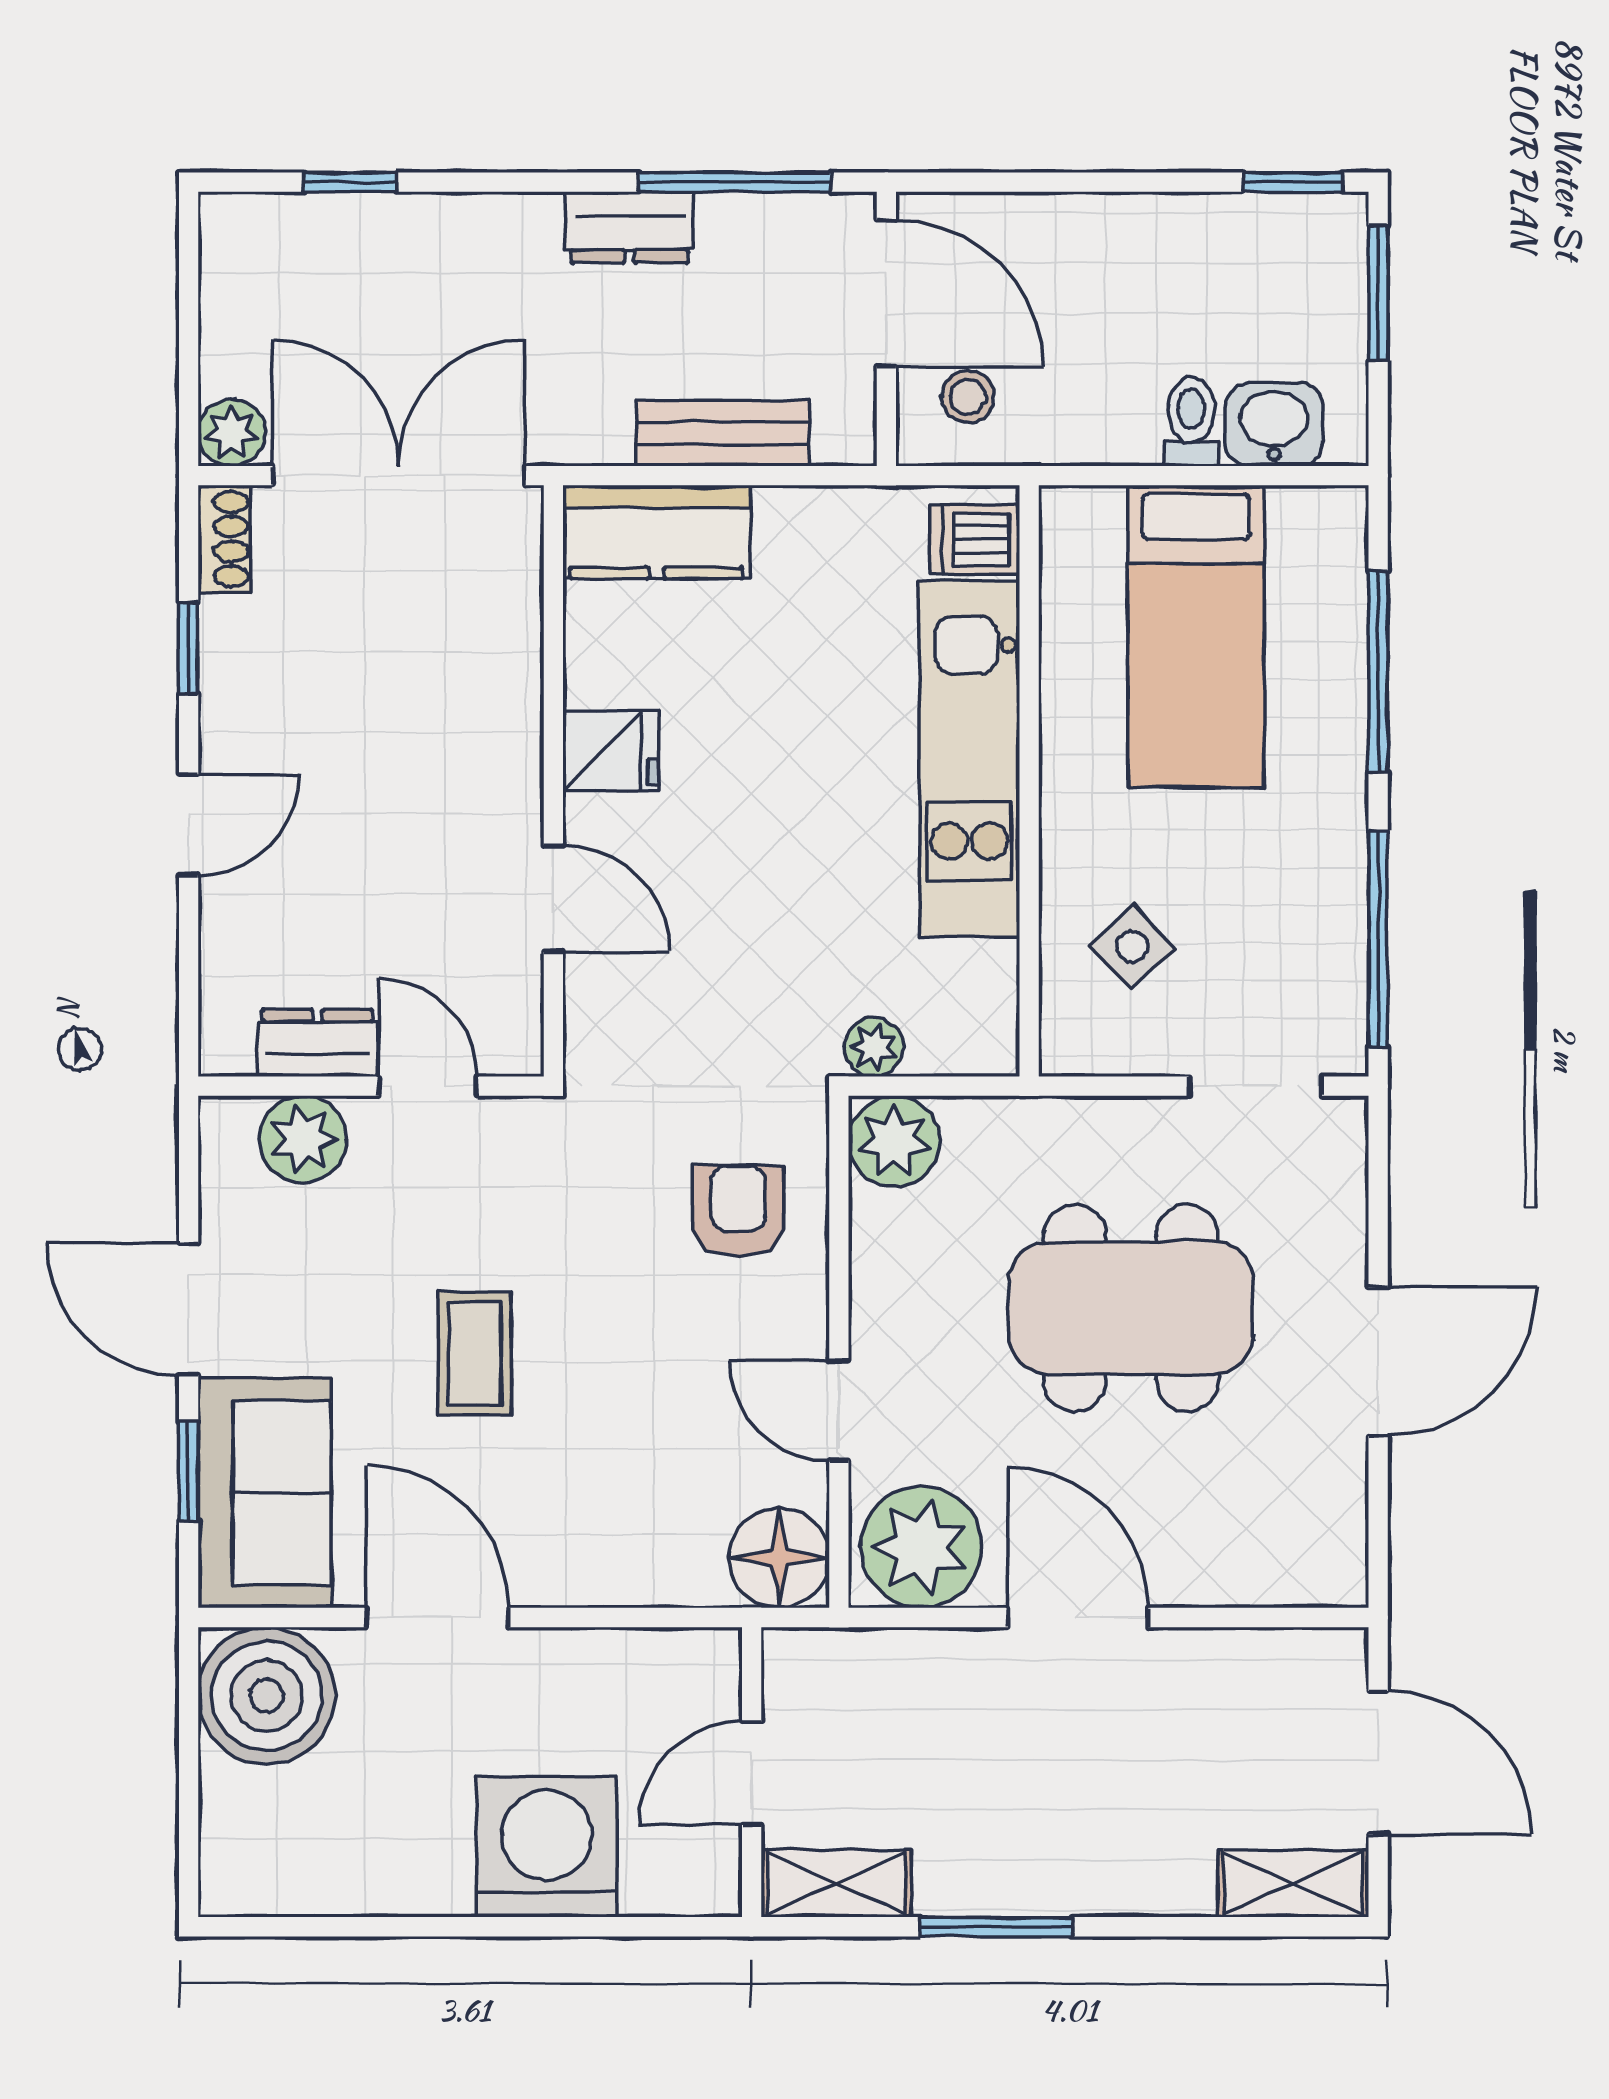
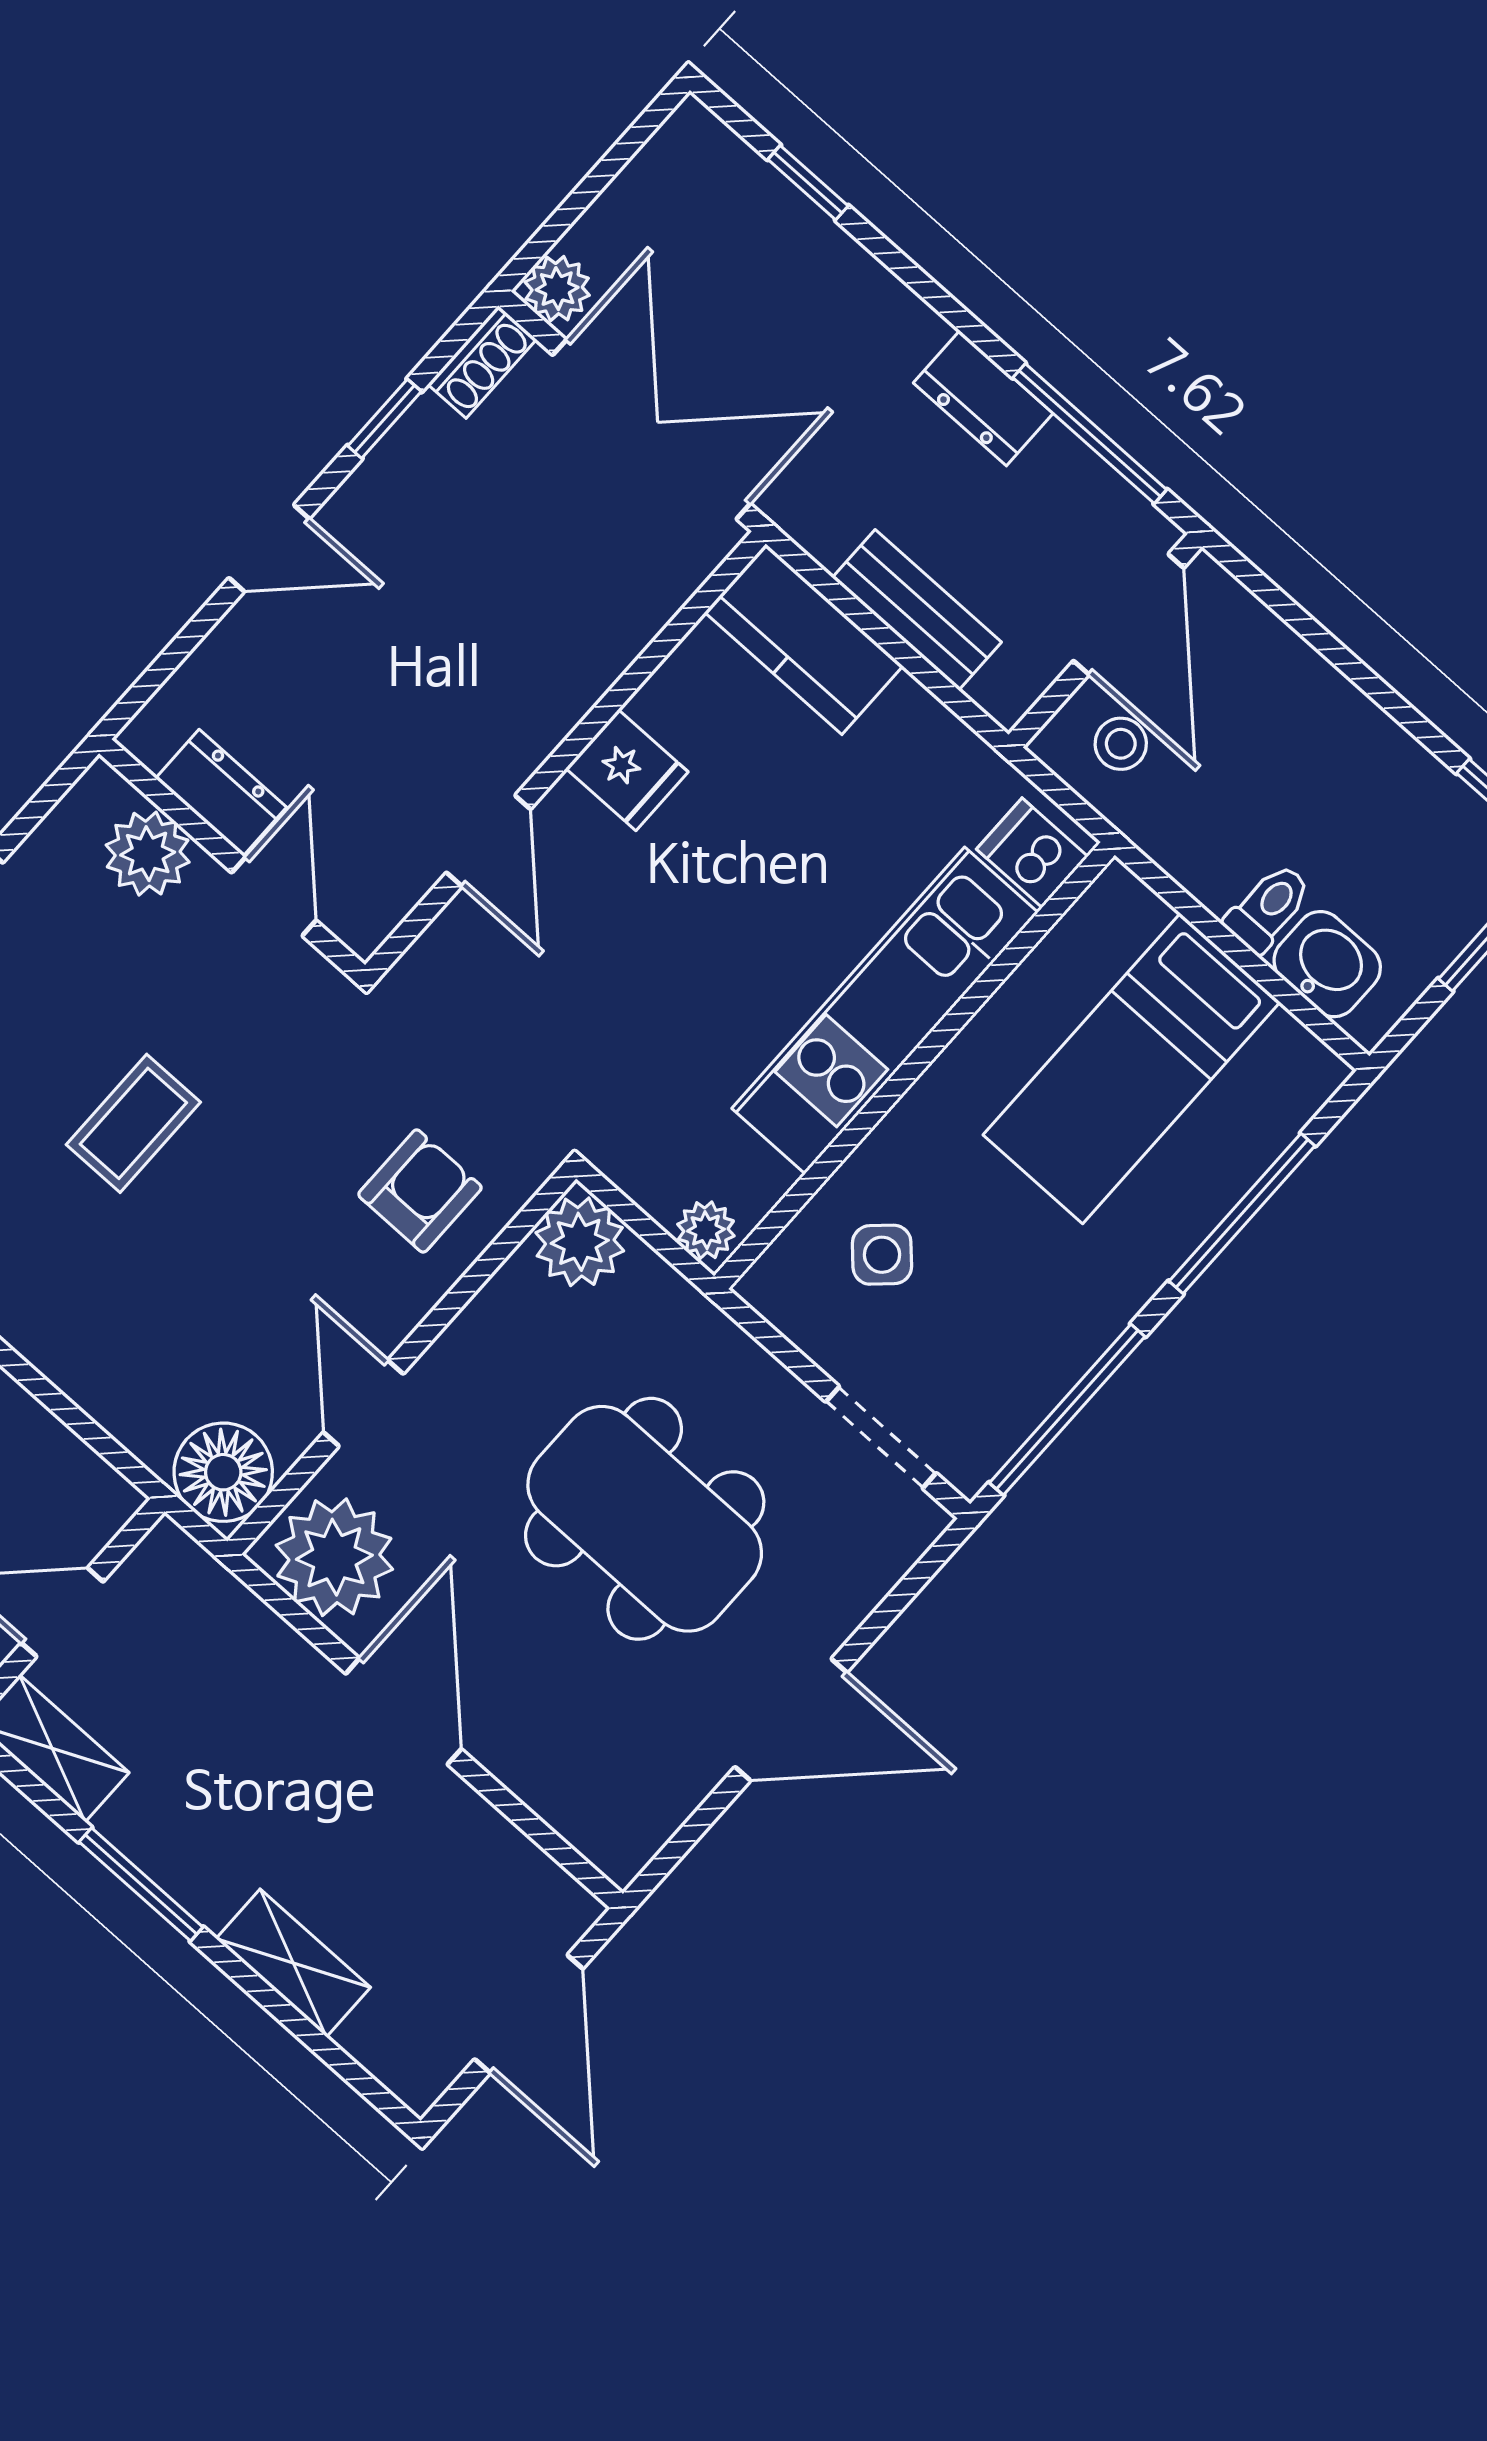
plant: (874, 1047) -> (706, 1230), moved
shelving: (1293, 1883) -> (293, 1963), moved

